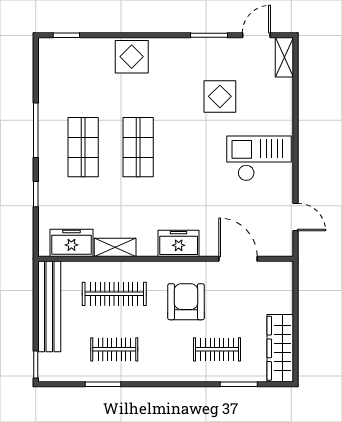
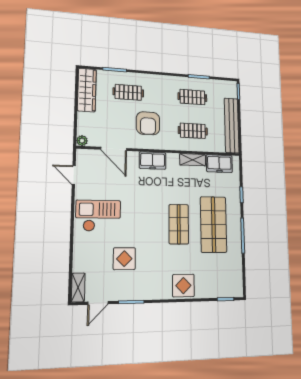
shop shelf: (83, 147) -> (213, 224), width x1.43, depth x1.36
checkout: (259, 158) -> (98, 216), turned 180
plant: (285, 269) -> (82, 141), added
clothes rail: (114, 294) -> (193, 131), width x0.73

